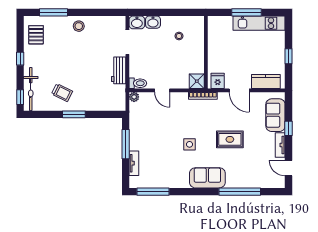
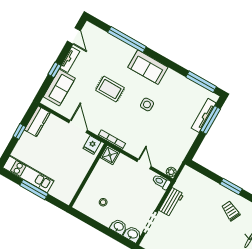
kitchen counter: (266, 81) -> (37, 121), moved, turned -90
window: (126, 144) -> (210, 120), moved
tv unit: (134, 163) -> (204, 115), width x1.41

